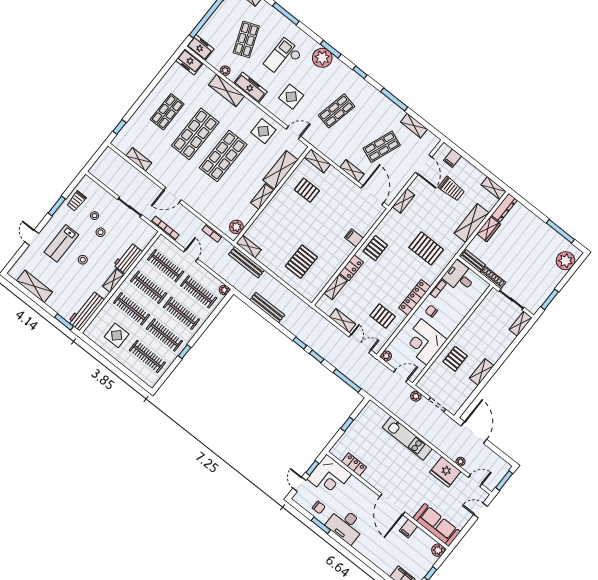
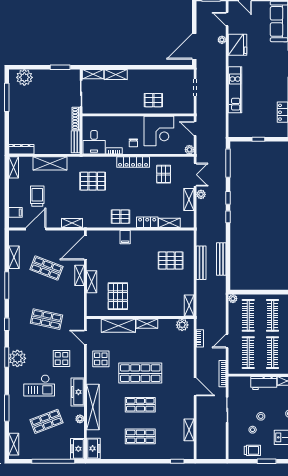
shelving: (226, 90) -> (93, 407), width x1.47
shop shelf: (195, 134) -> (140, 405), width x0.70, depth x0.74
shelving: (317, 161) -> (92, 282), moved
pallet: (307, 190) -> (118, 296), width x1.50, depth x1.42
wardrobe: (489, 229) -> (45, 148), removed
pallet: (426, 248) -> (93, 181), turned 90
bench: (247, 262) -> (201, 263), moved
double door: (360, 344) -> (195, 175), swing flipped
shelving: (482, 372) -> (116, 74), moved
plant: (416, 396) -> (201, 194), moved

